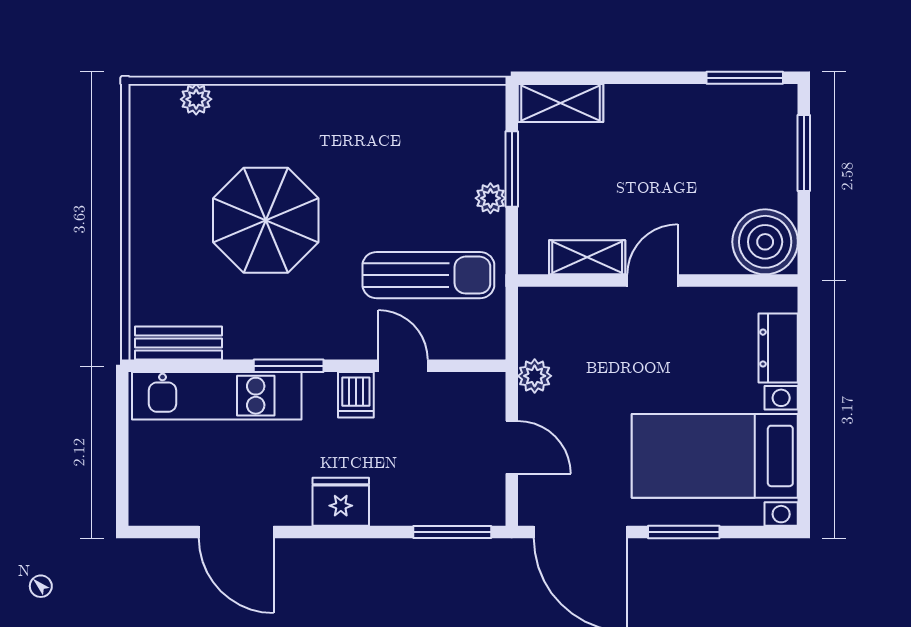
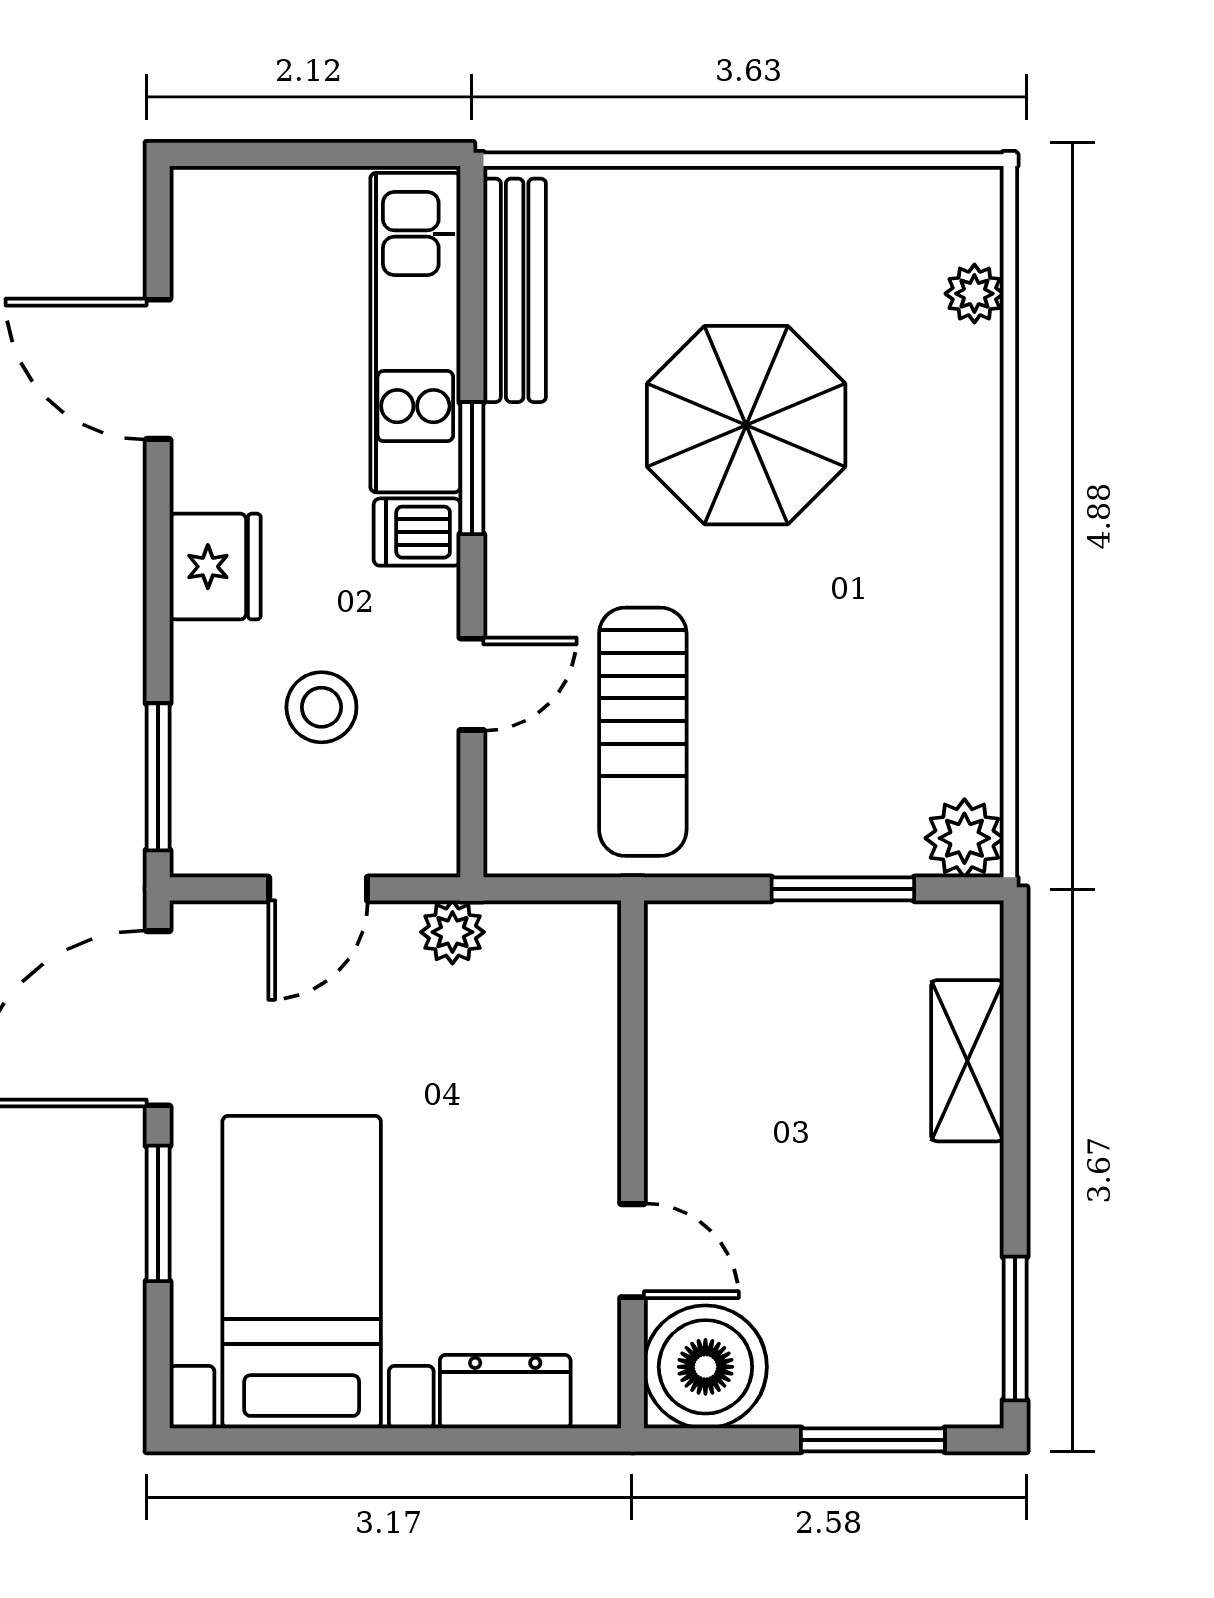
shelving: (560, 103) -> (967, 1061), moved
plant: (490, 198) -> (964, 838), moved, width x1.38, depth x1.38
shelving: (587, 257) -> (676, 1031), removed
door: (653, 281) -> (632, 1251), moved
bench: (179, 343) -> (515, 290), width x1.36
dishwasher: (356, 395) -> (417, 532), moved
stool: (415, 445) -> (321, 707), added
door: (236, 532) -> (158, 369), hinge flipped

